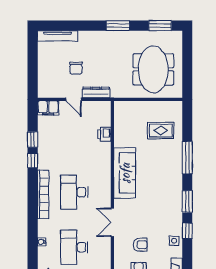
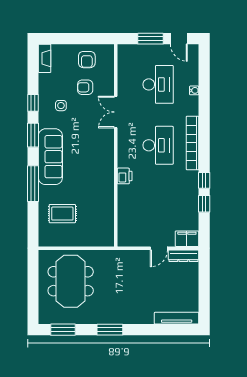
chair: (76, 68) -> (156, 283), removed
dresser: (96, 92) -> (183, 256), moved
door: (74, 99) -> (159, 248), swing flipped
printer: (104, 134) -> (125, 176), moved
sofa: (125, 173) -> (50, 157), moved, turned 180
double door: (112, 222) -> (116, 112), swing flipped
side table: (174, 241) -> (61, 106), moved

